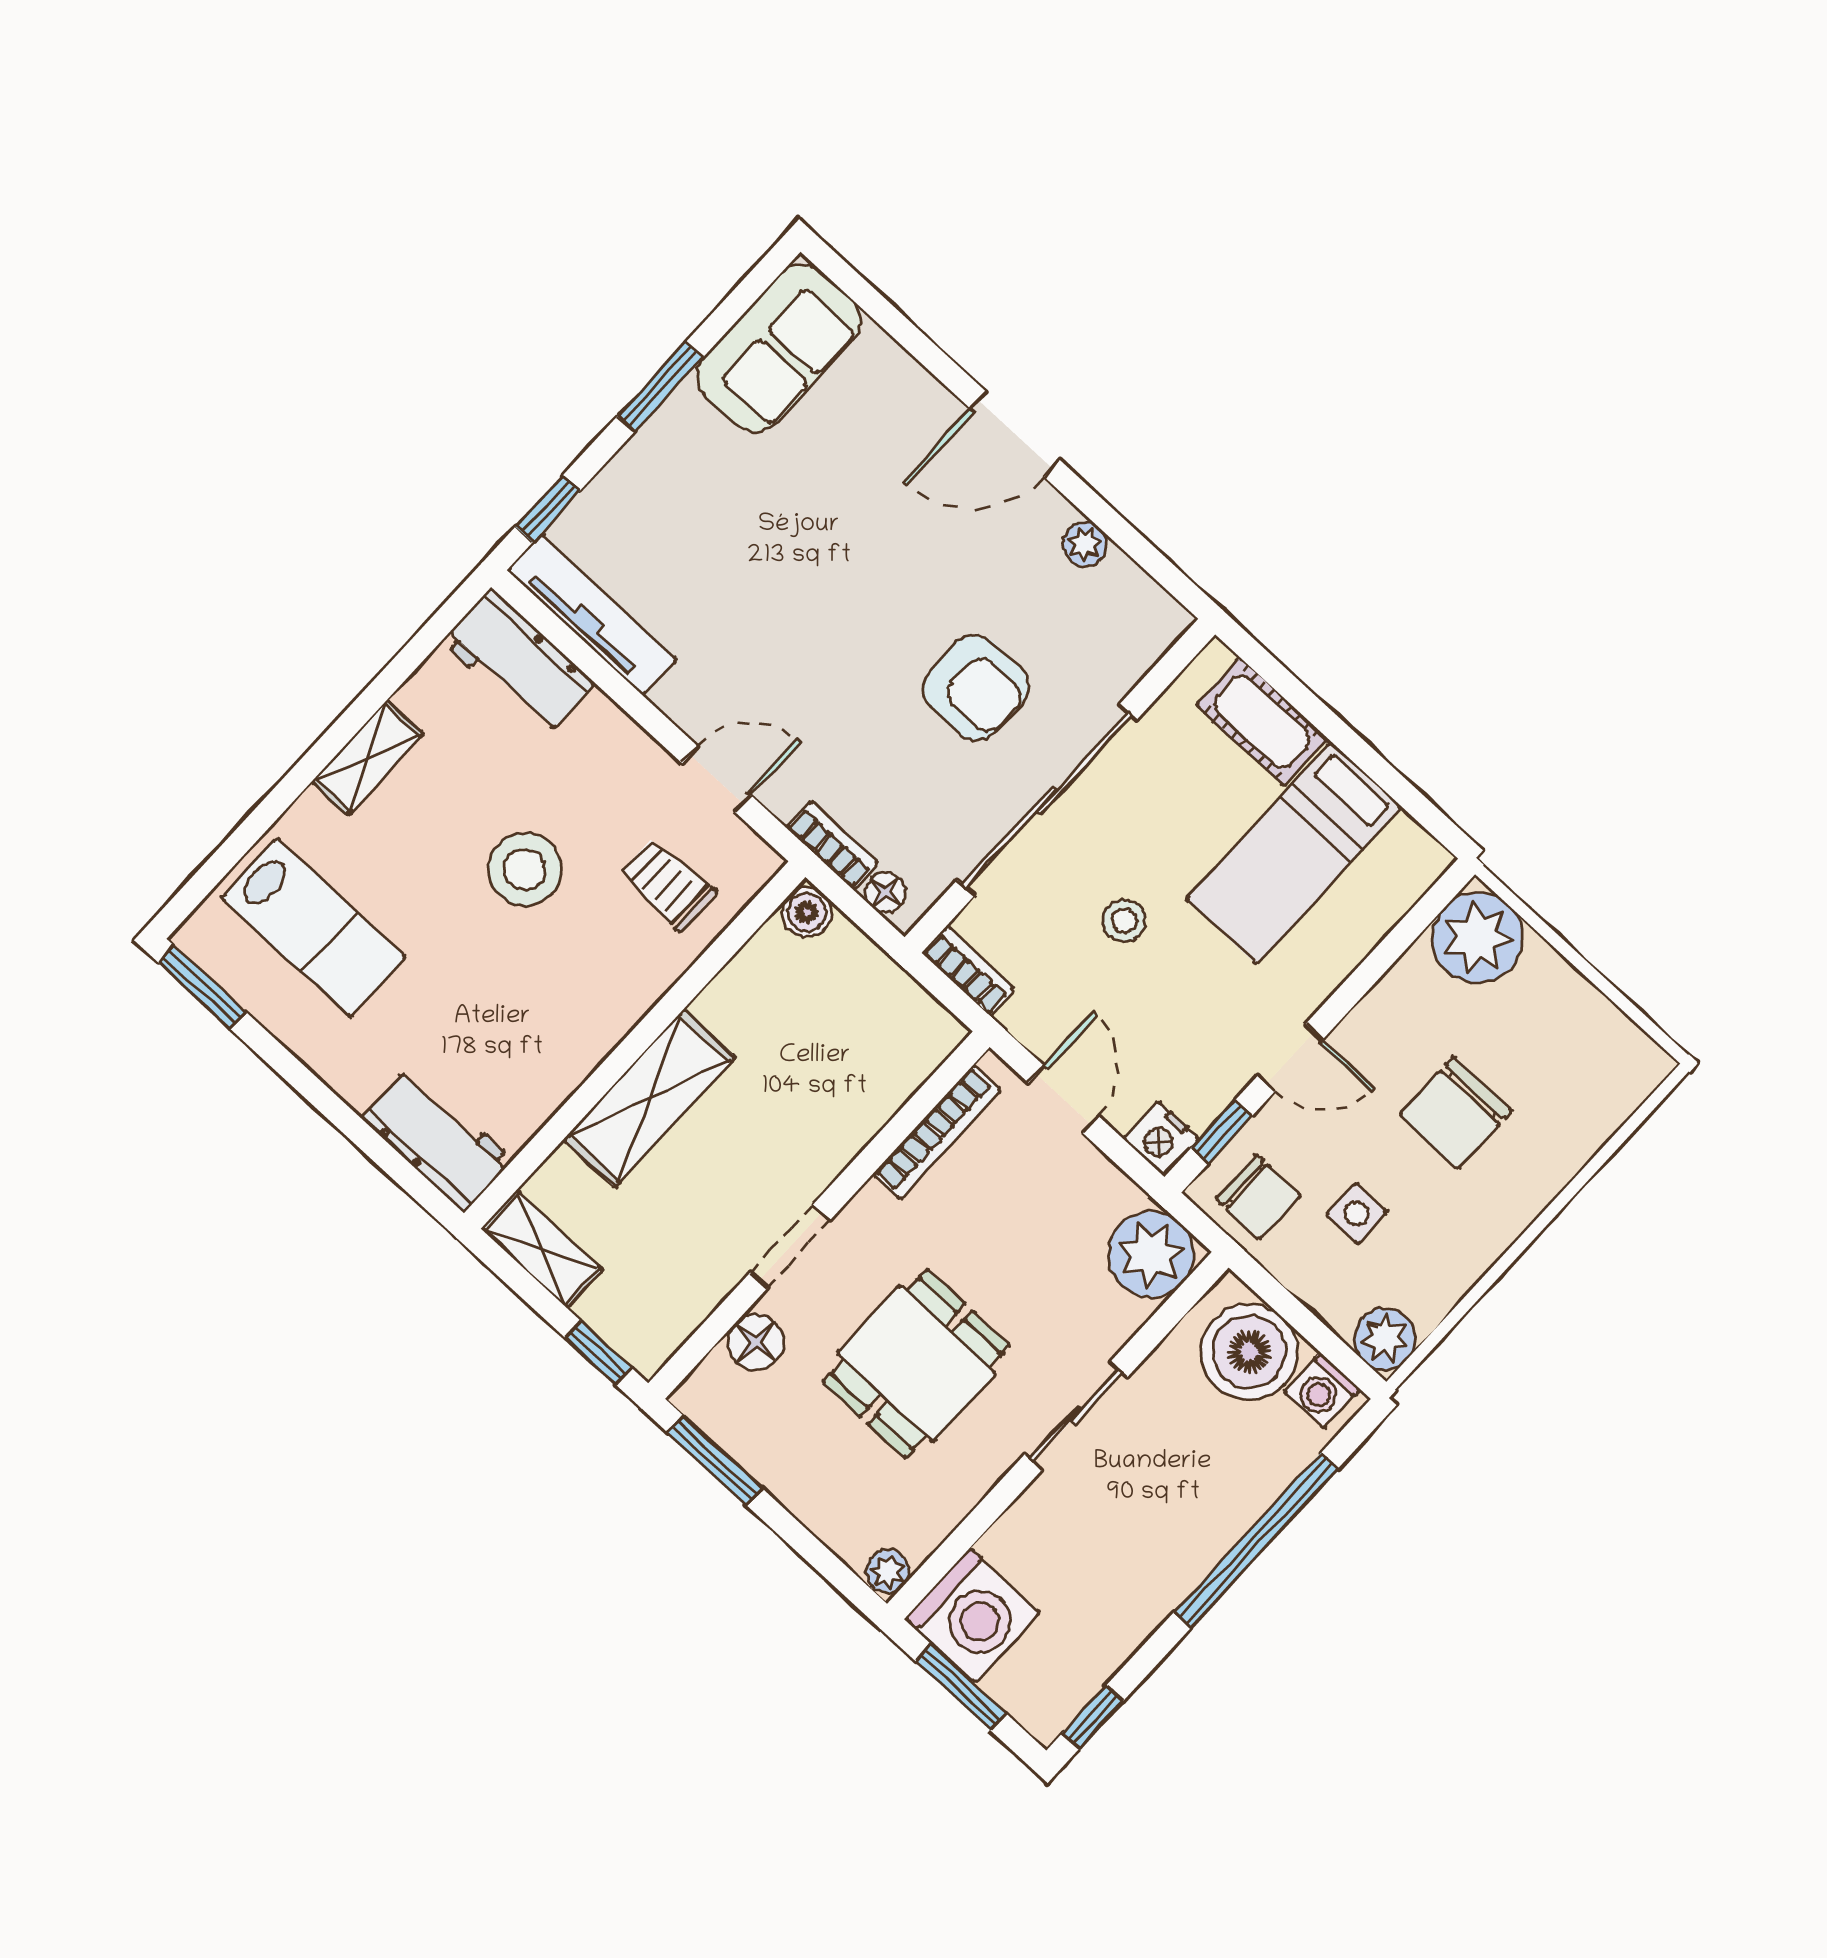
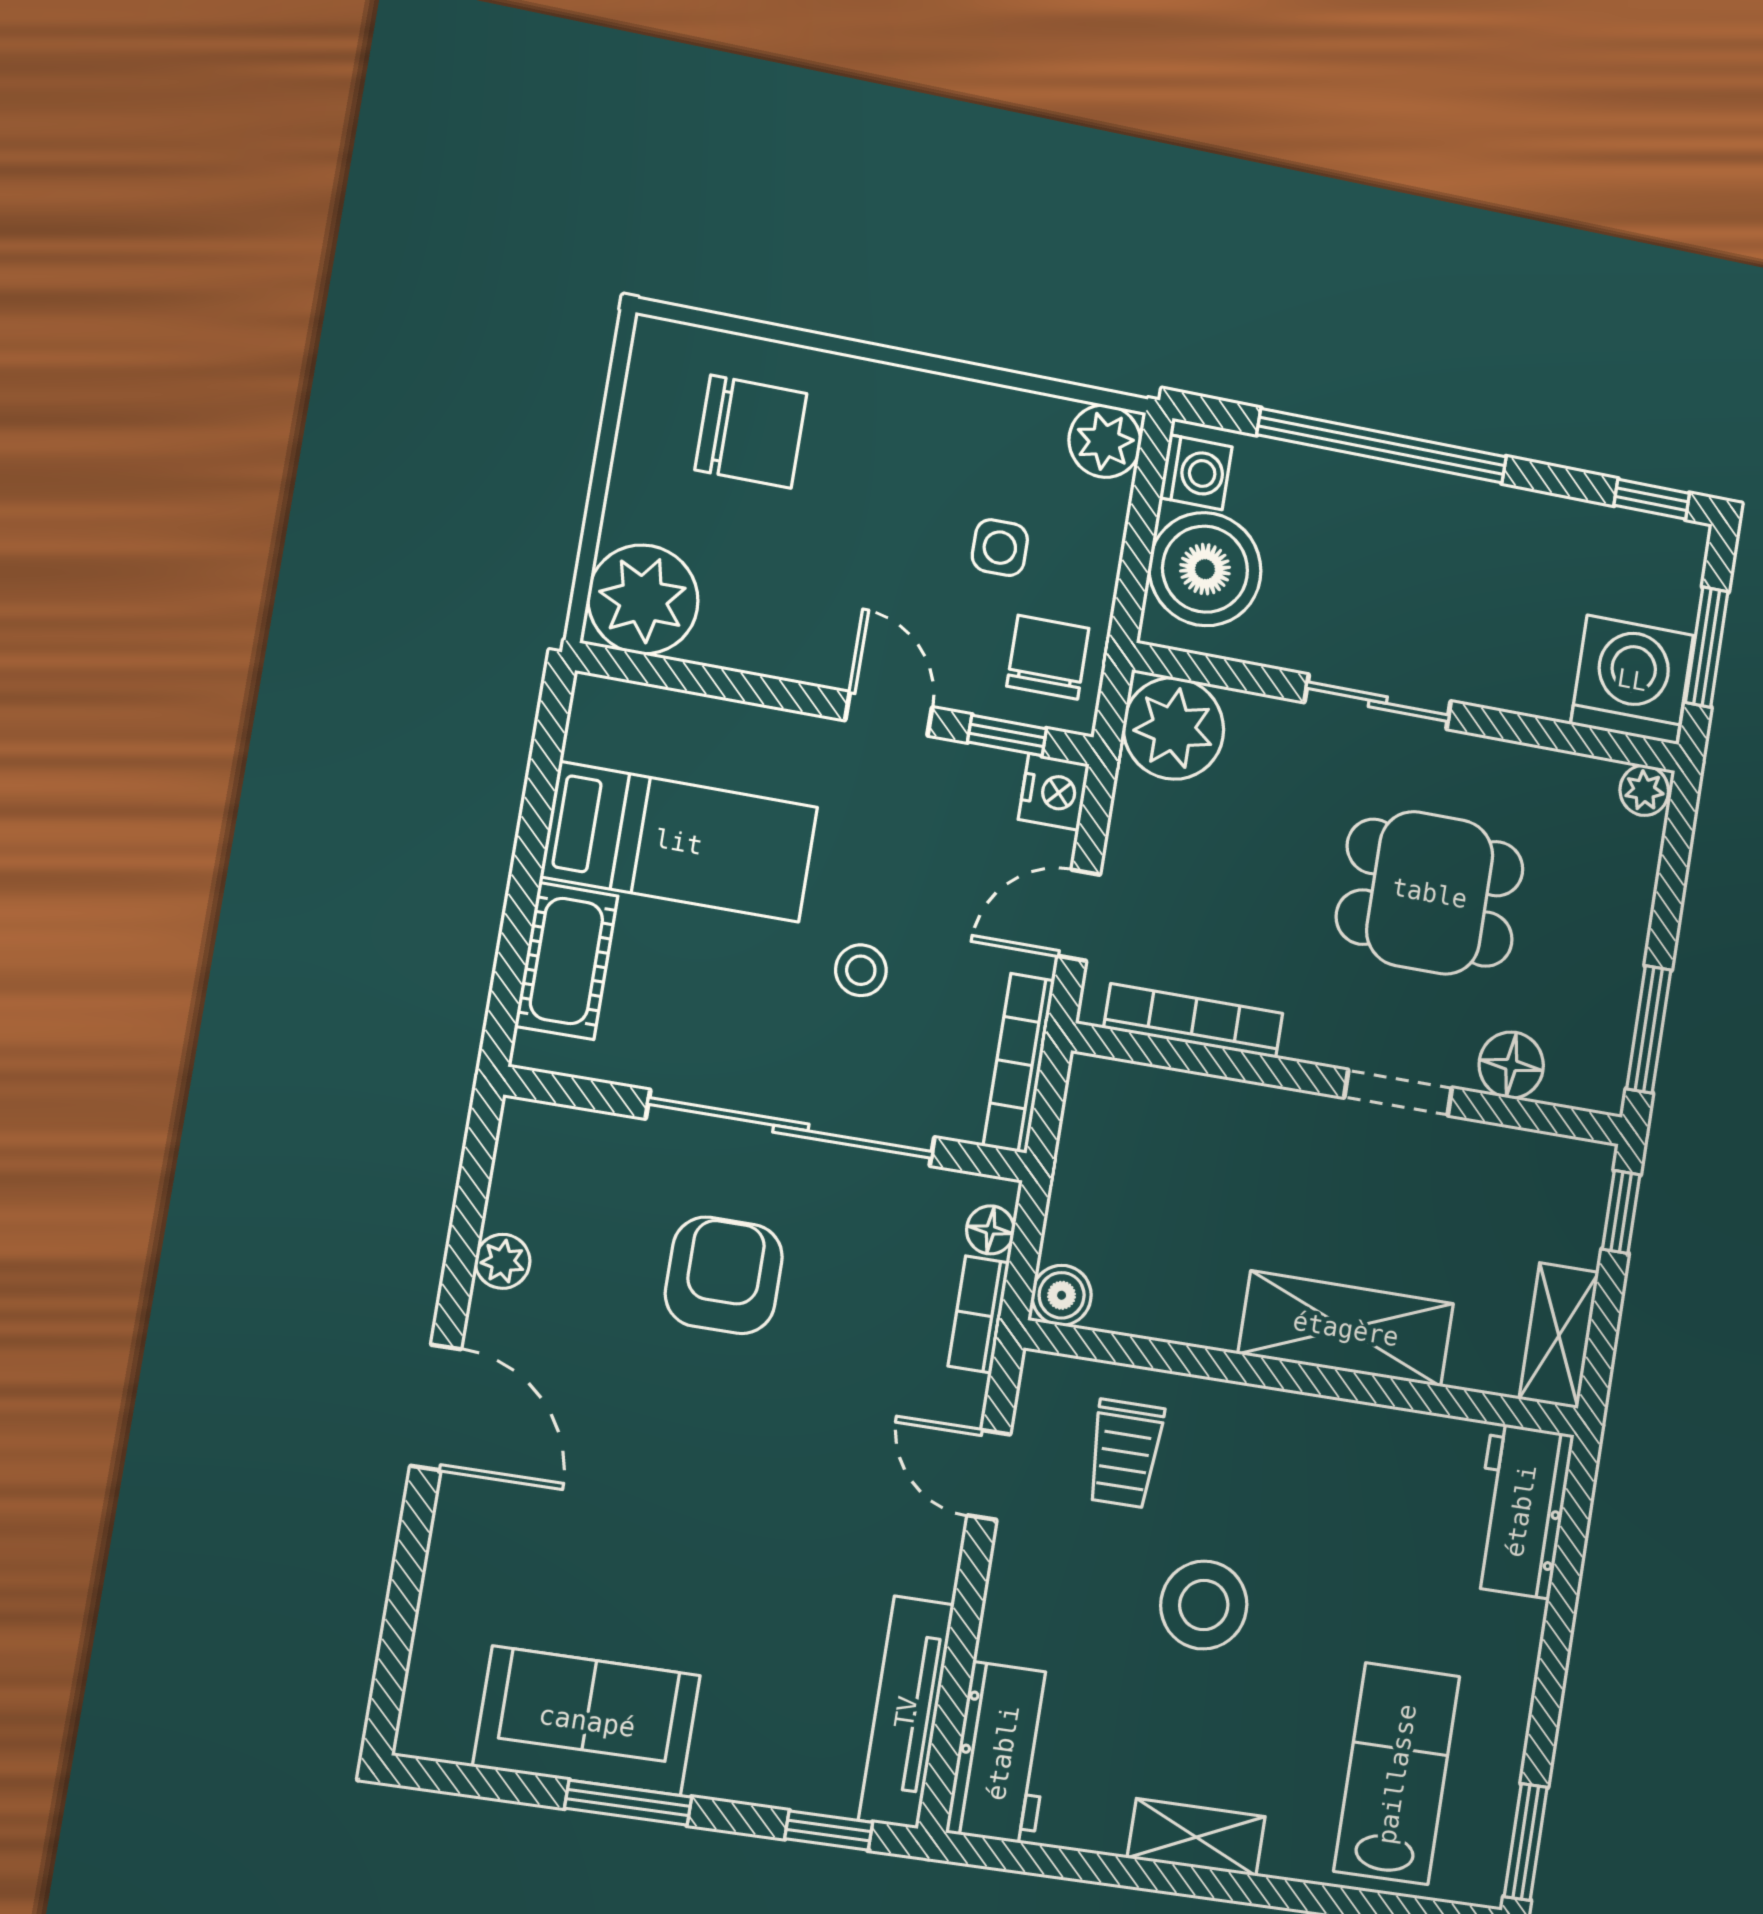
sofa: (779, 348) -> (587, 1721), moved
bookcase: (968, 971) -> (1019, 1063), width x1.56
chair: (1456, 1113) -> (751, 432), moved

